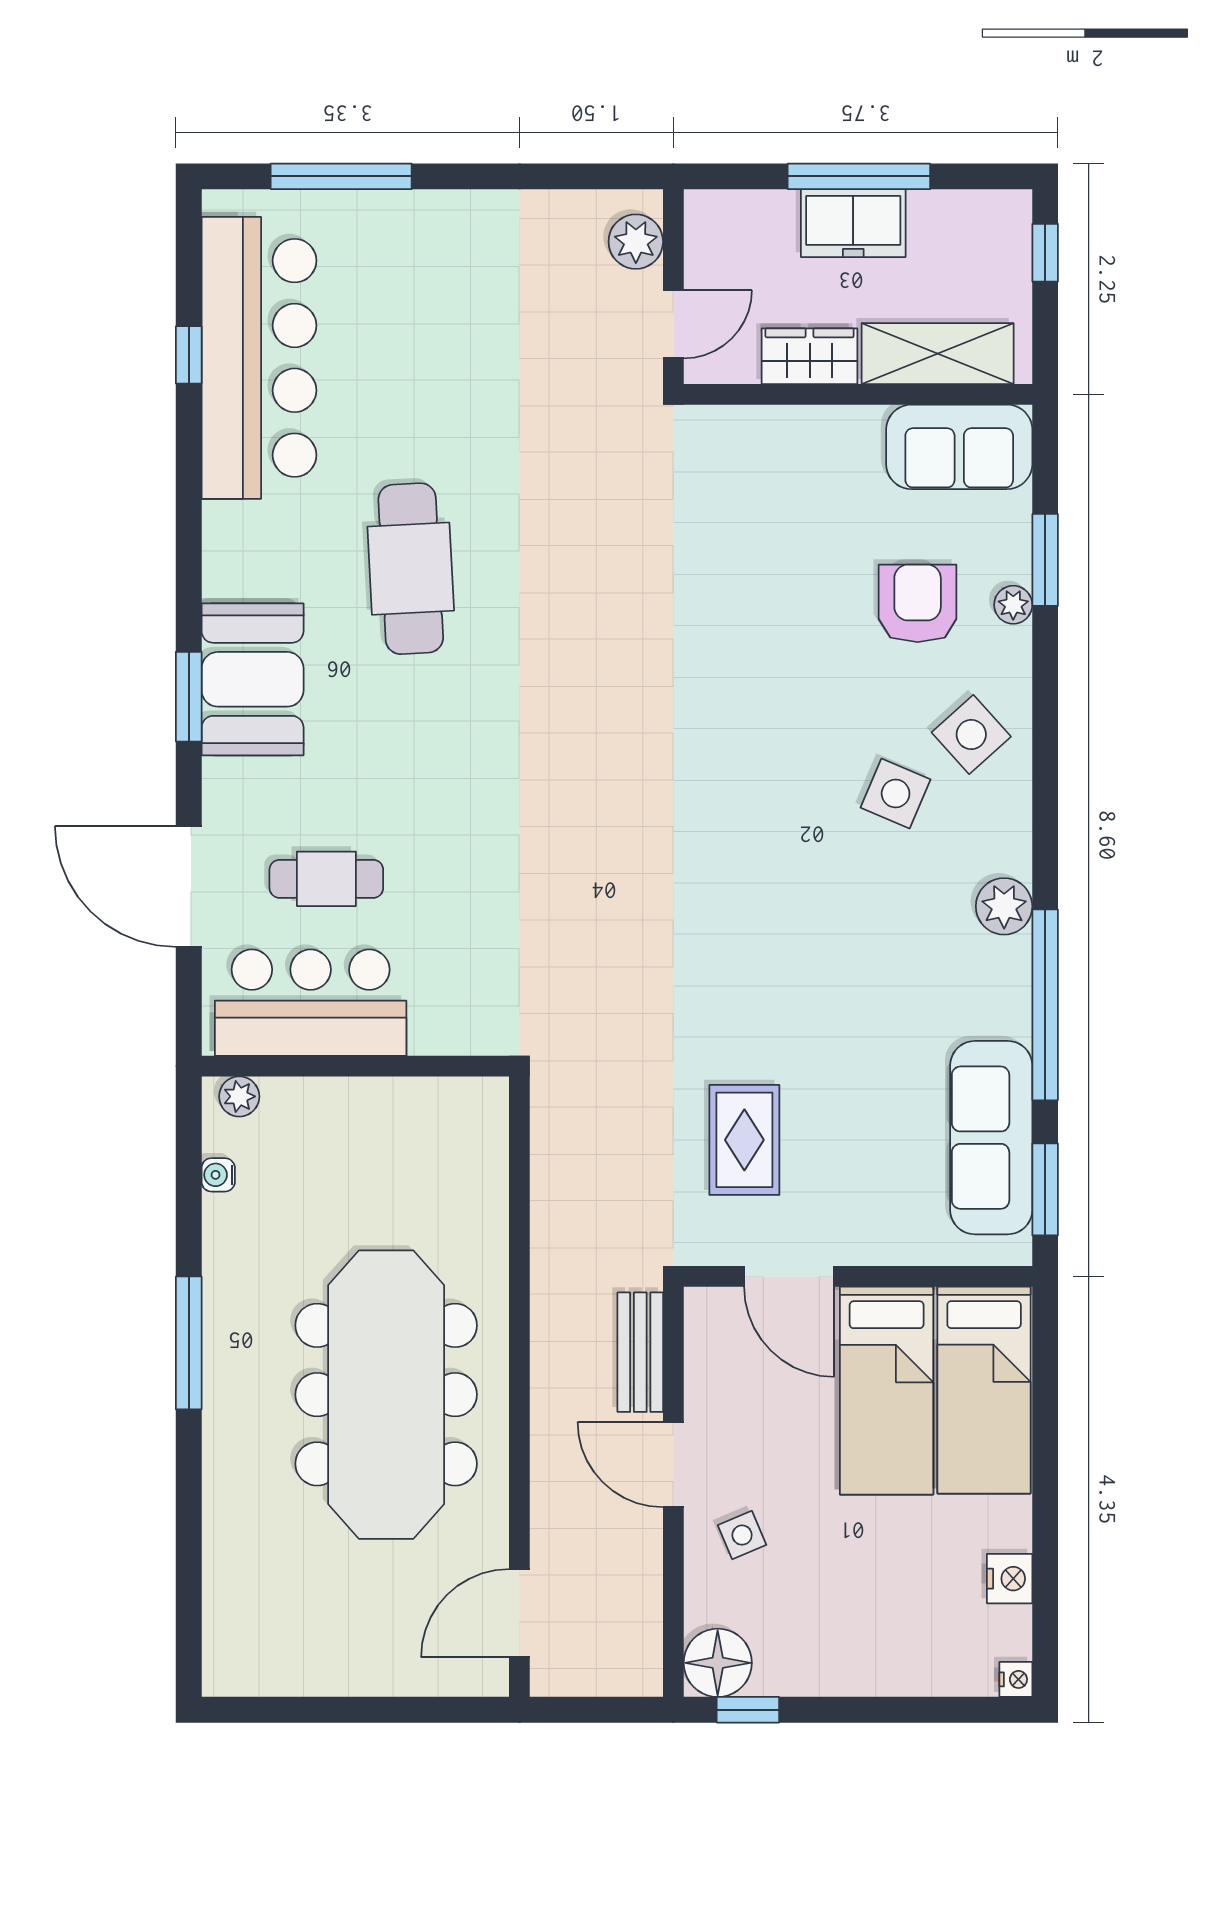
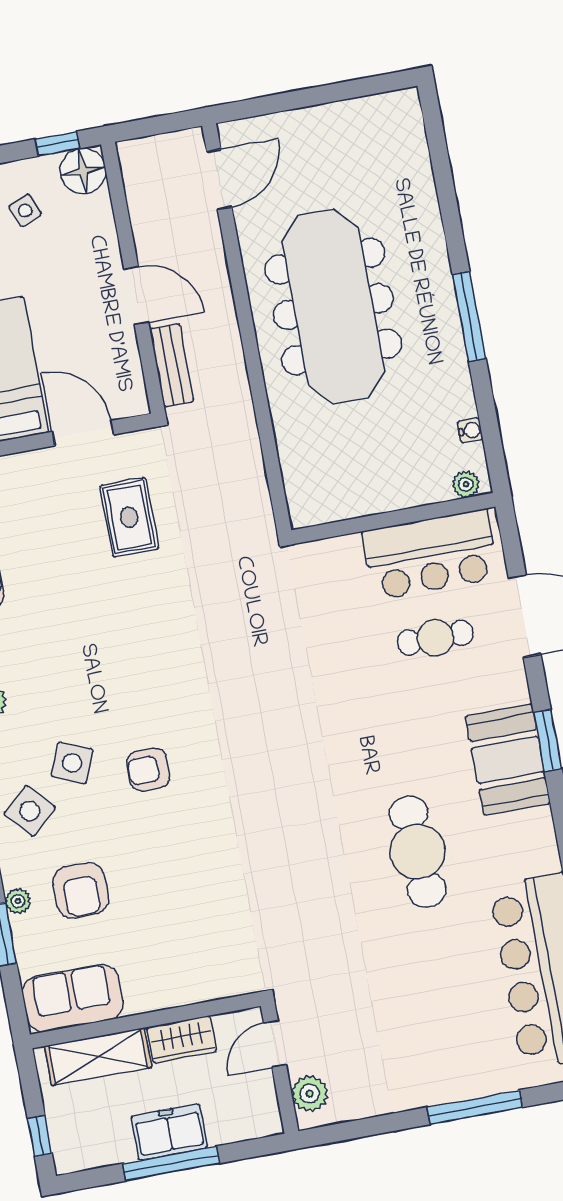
window: (341, 176) -> (475, 1107), moved
armchair: (785, 763) -> (148, 770), added
side table: (742, 1535) -> (25, 210), moved

